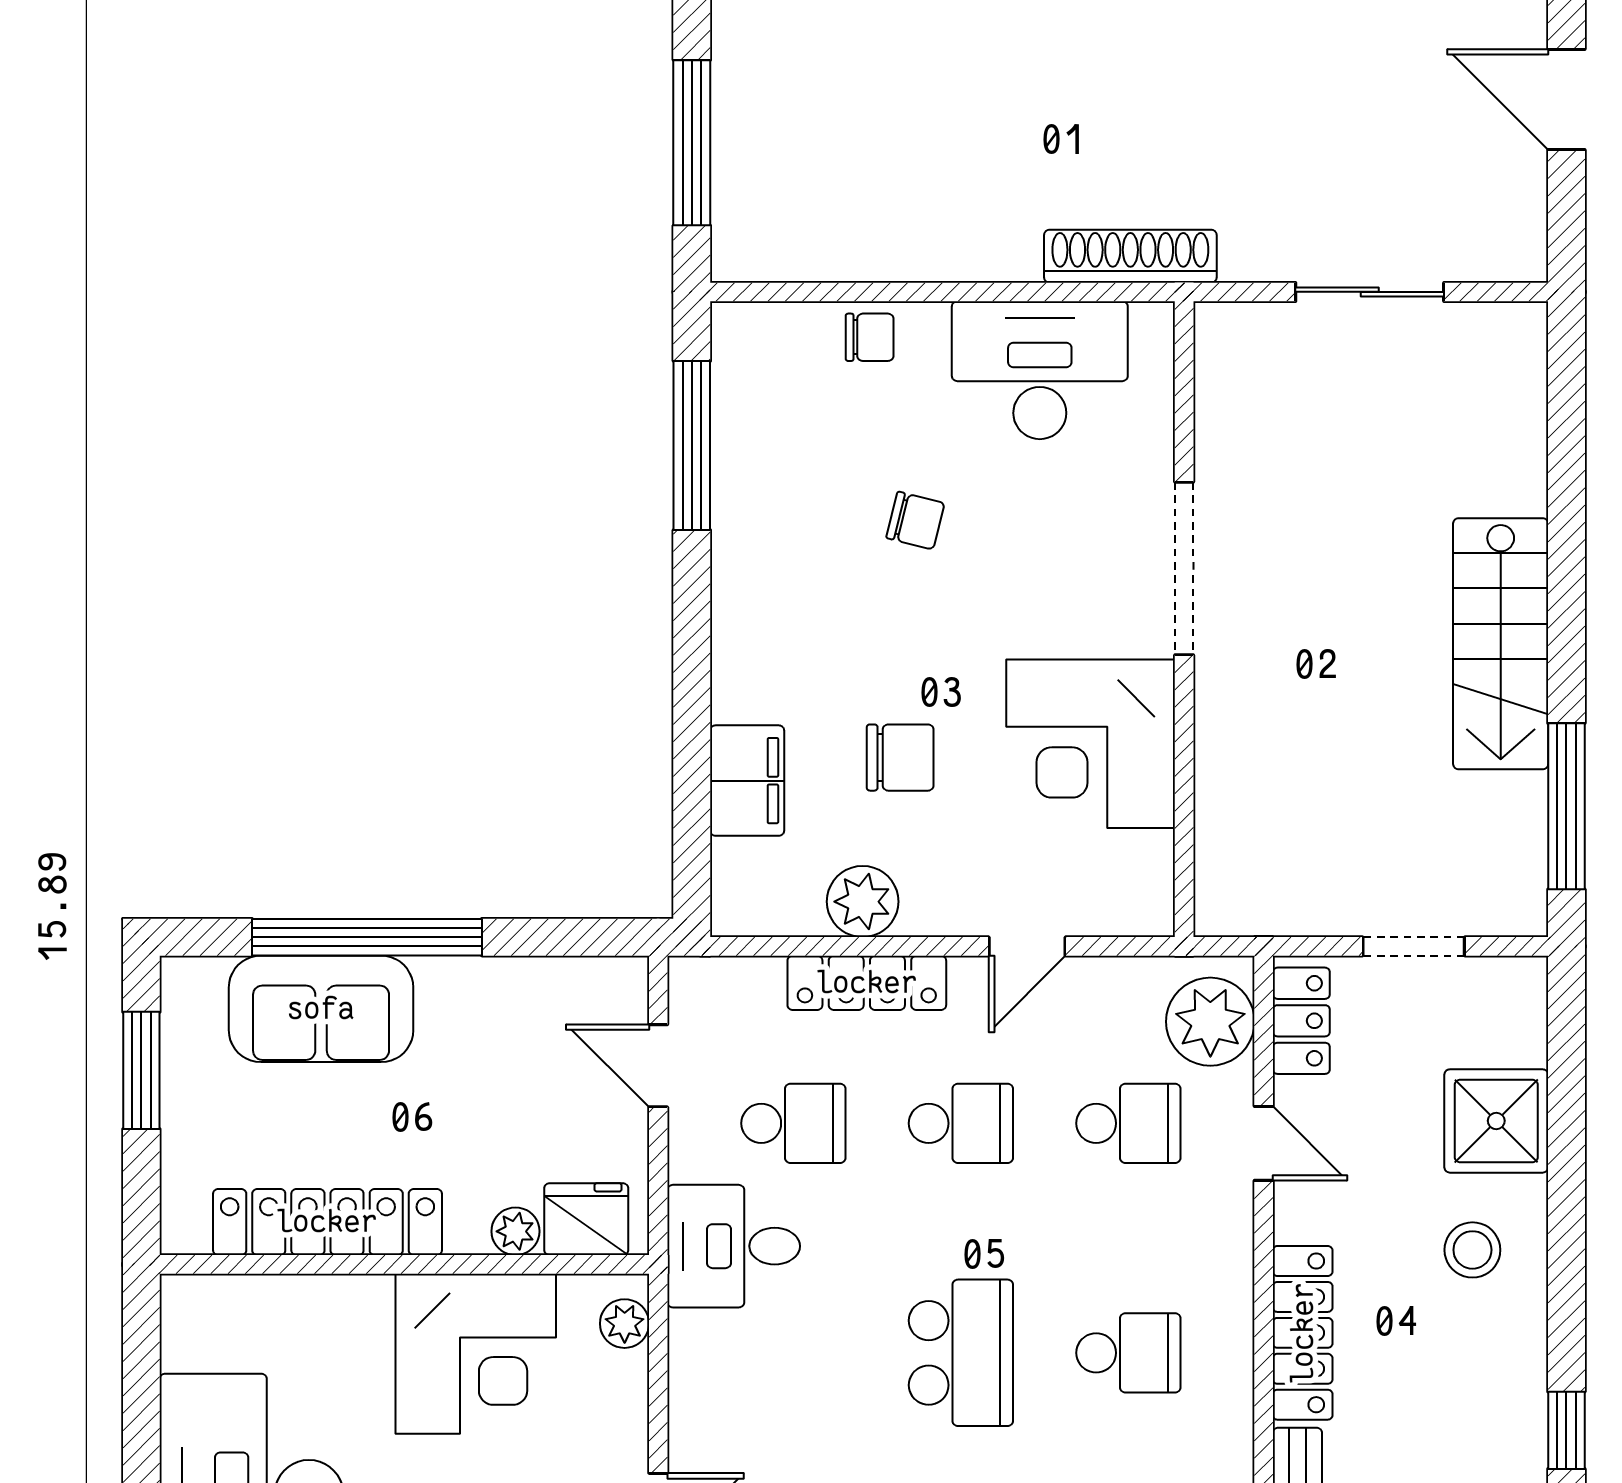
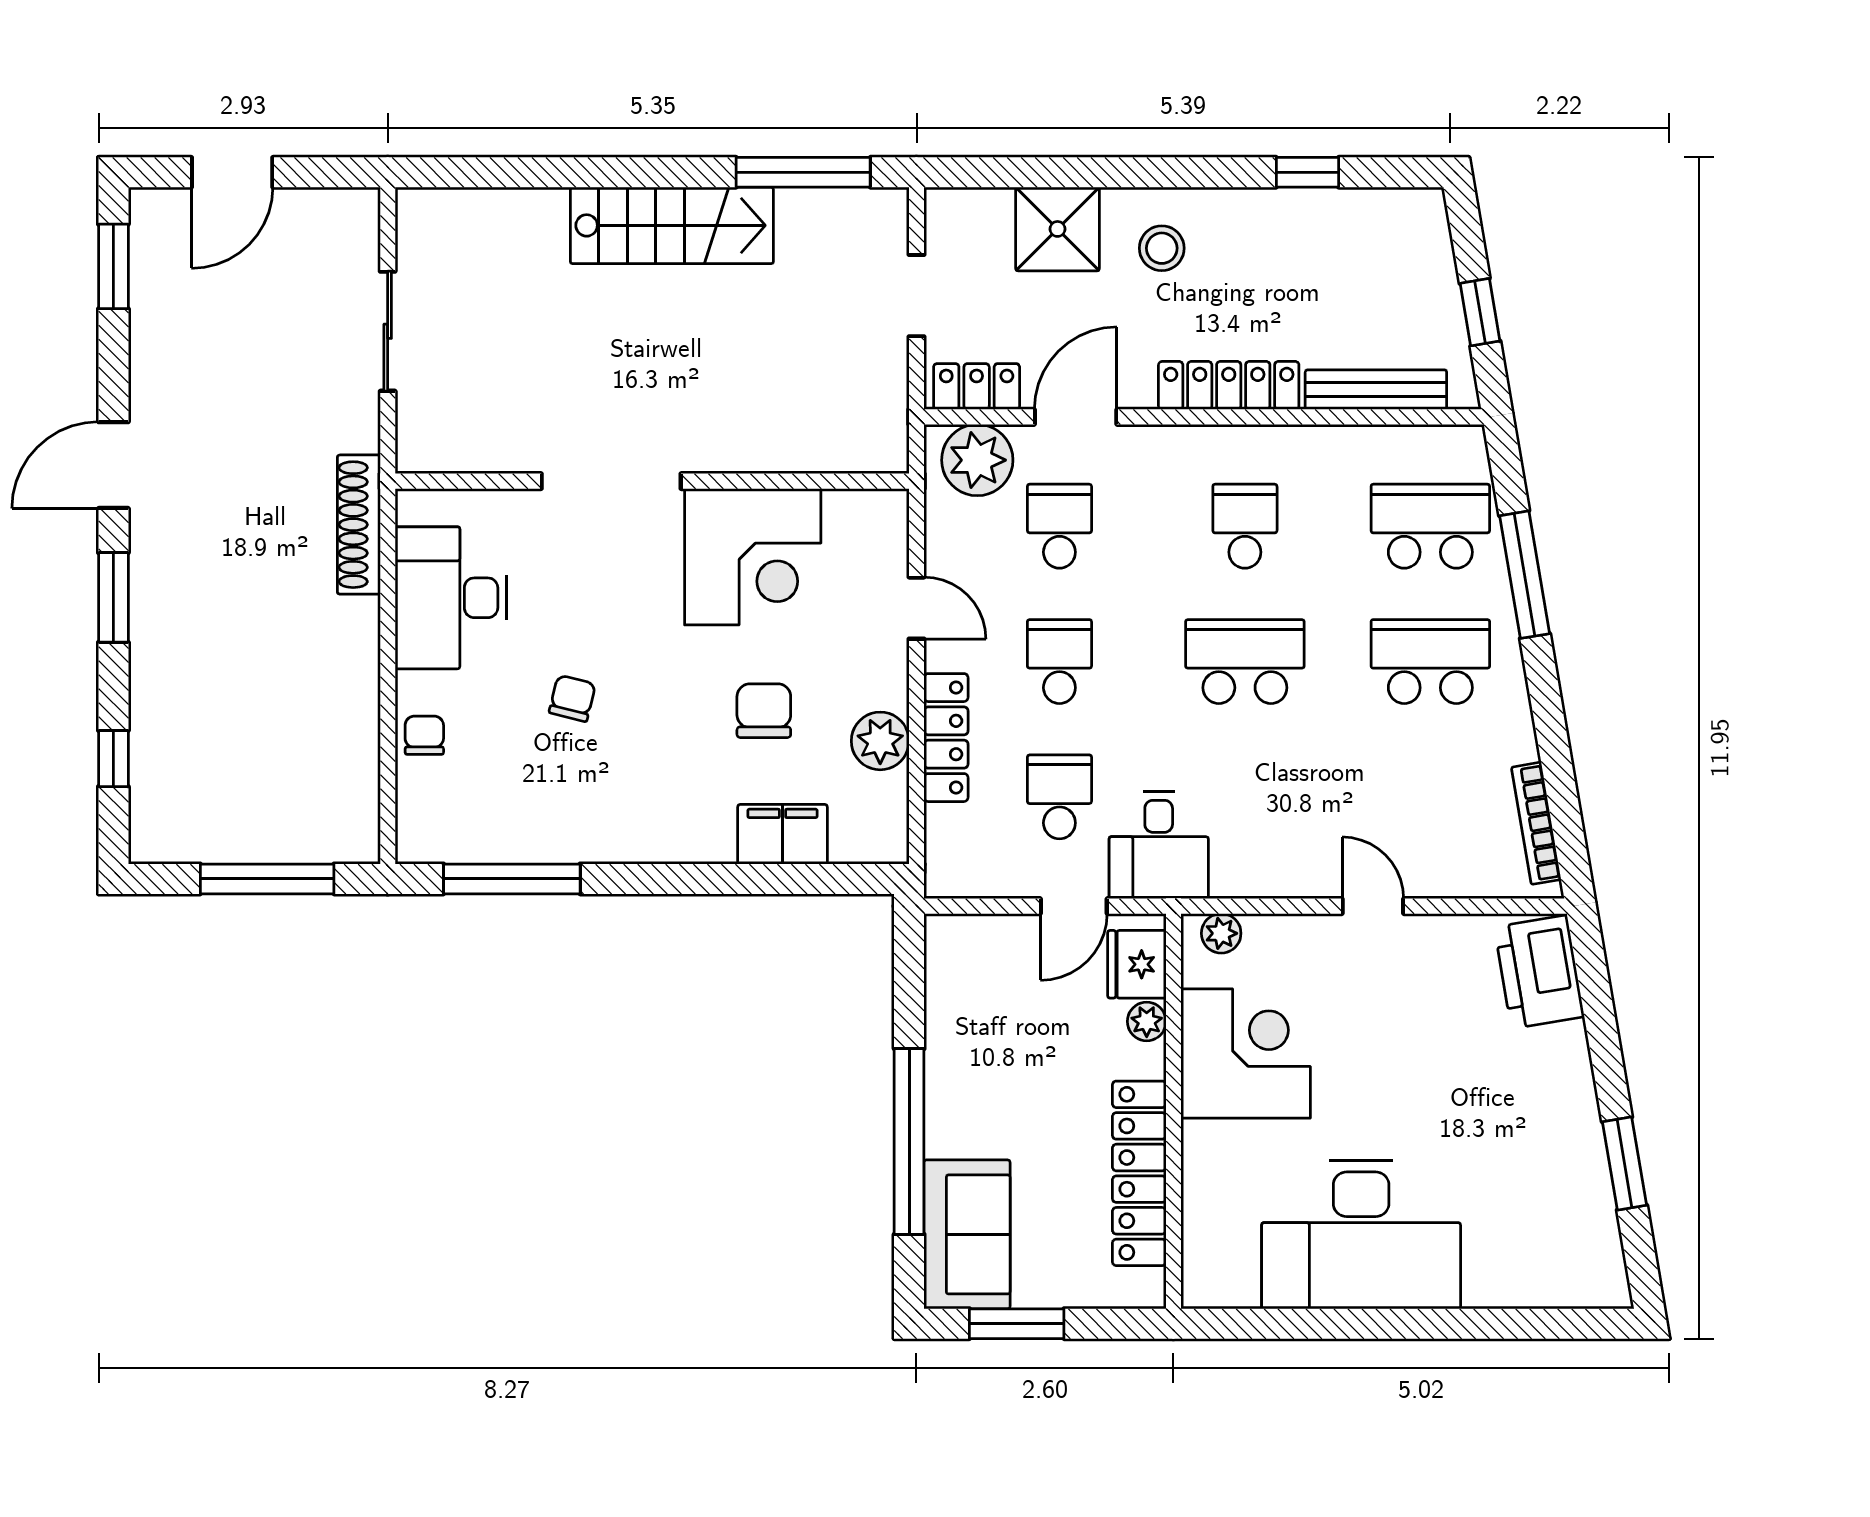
sofa: (321, 1009) -> (967, 1234), moved
door: (658, 1066) -> (1074, 906), moved
door: (1264, 1143) -> (1076, 417), width x1.38

